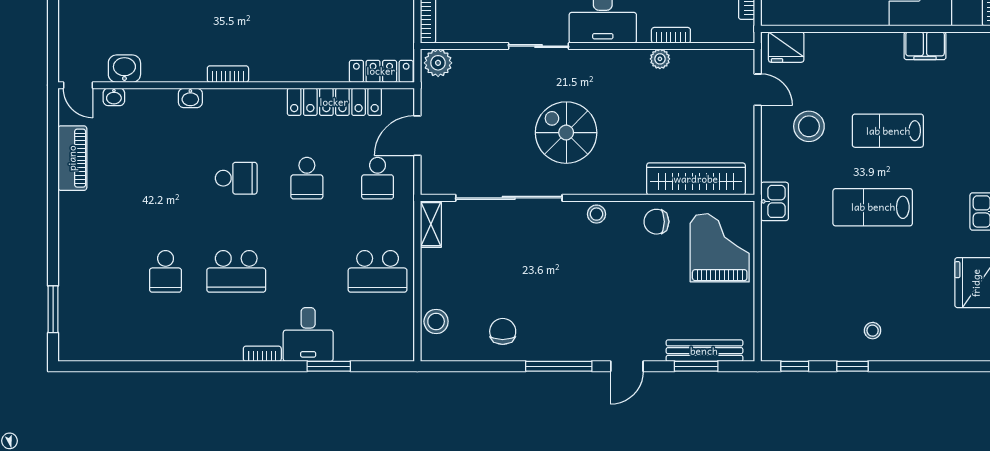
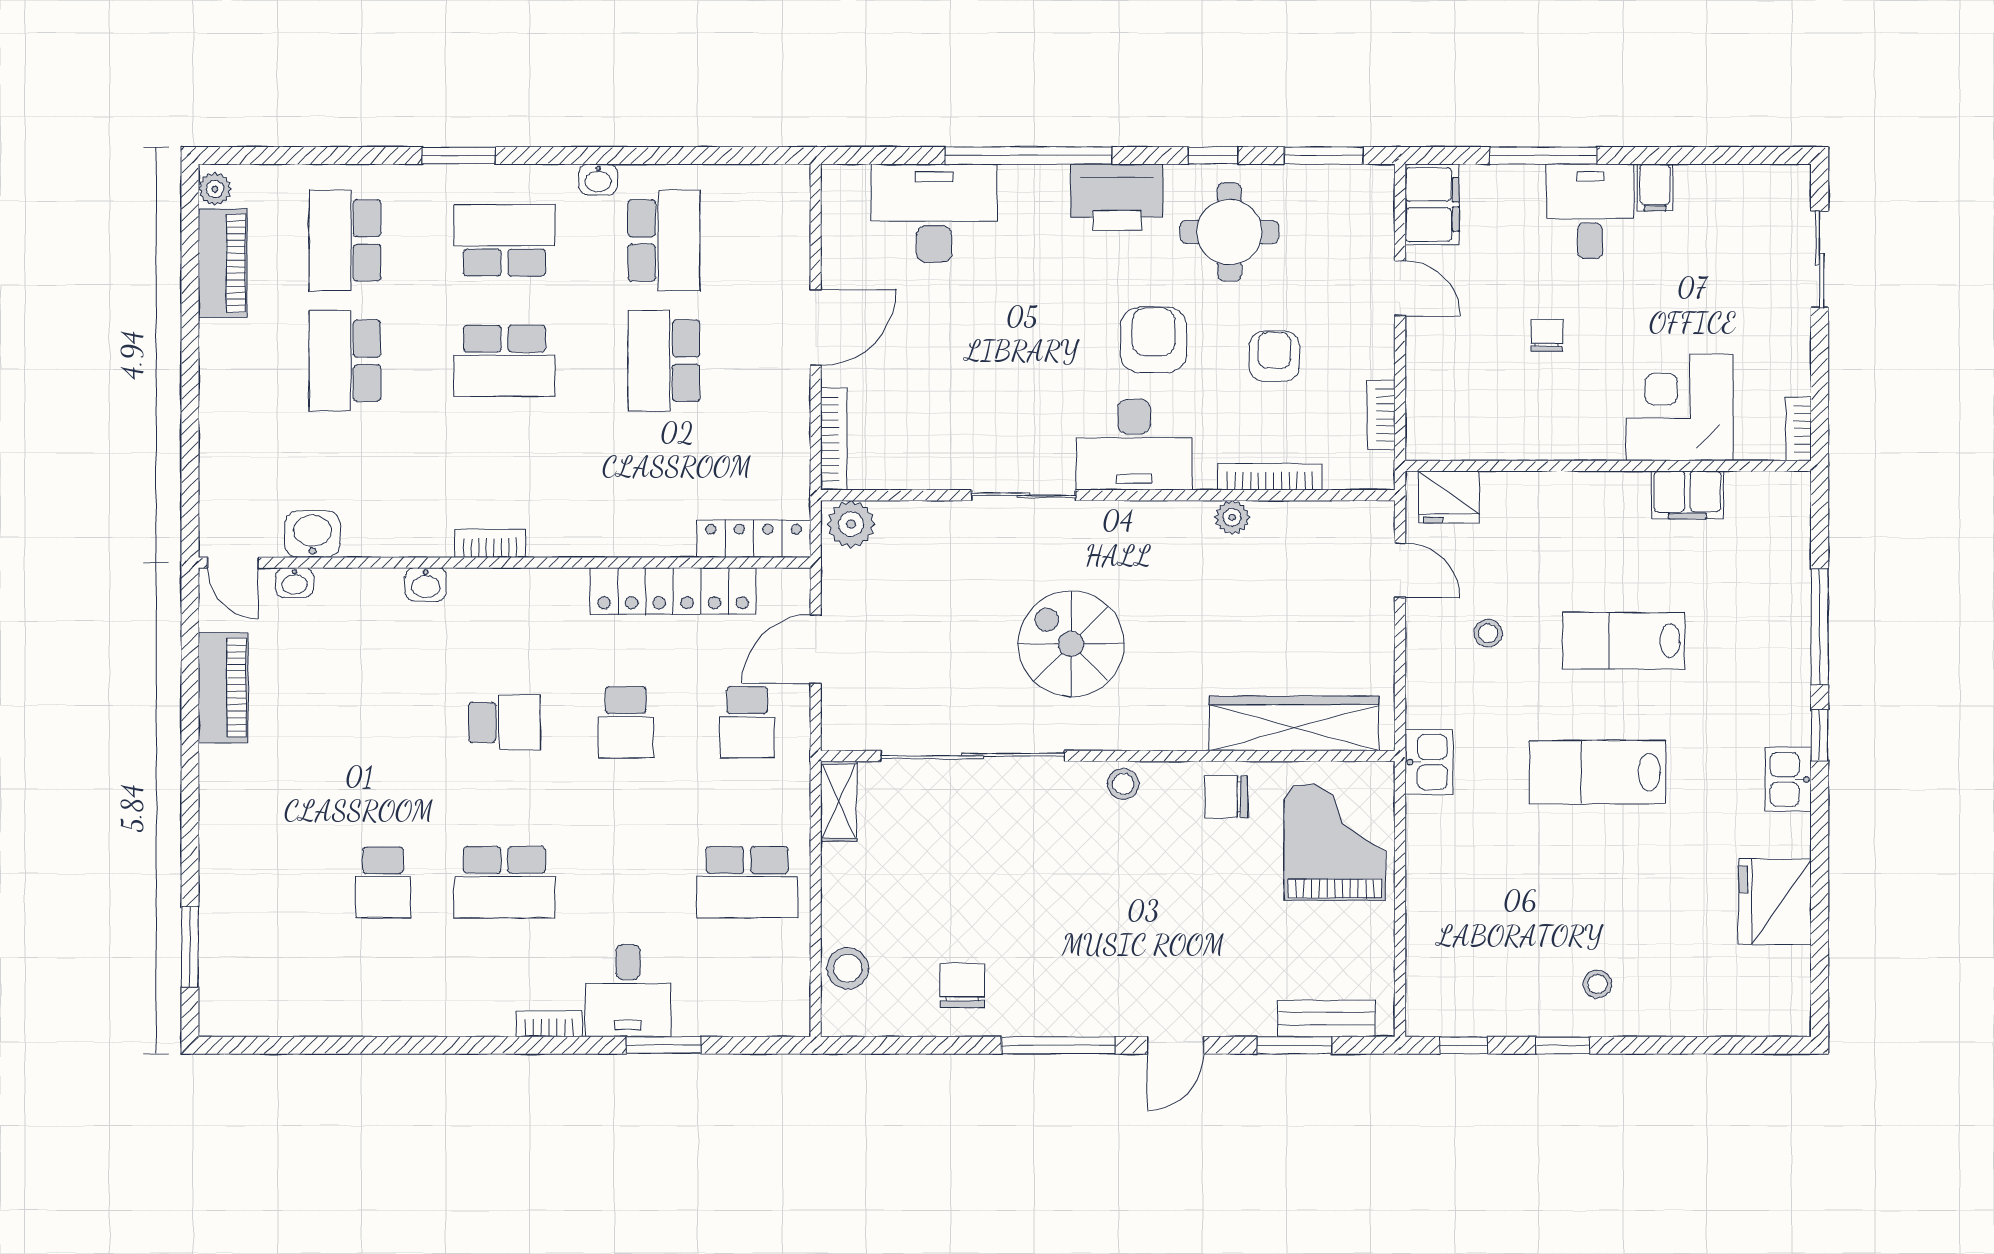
bookcase: (671, 35) -> (1270, 477), width x1.56
stool: (809, 126) -> (1488, 633), width x0.53, depth x0.53
bench: (704, 351) -> (1326, 1018), width x0.73

